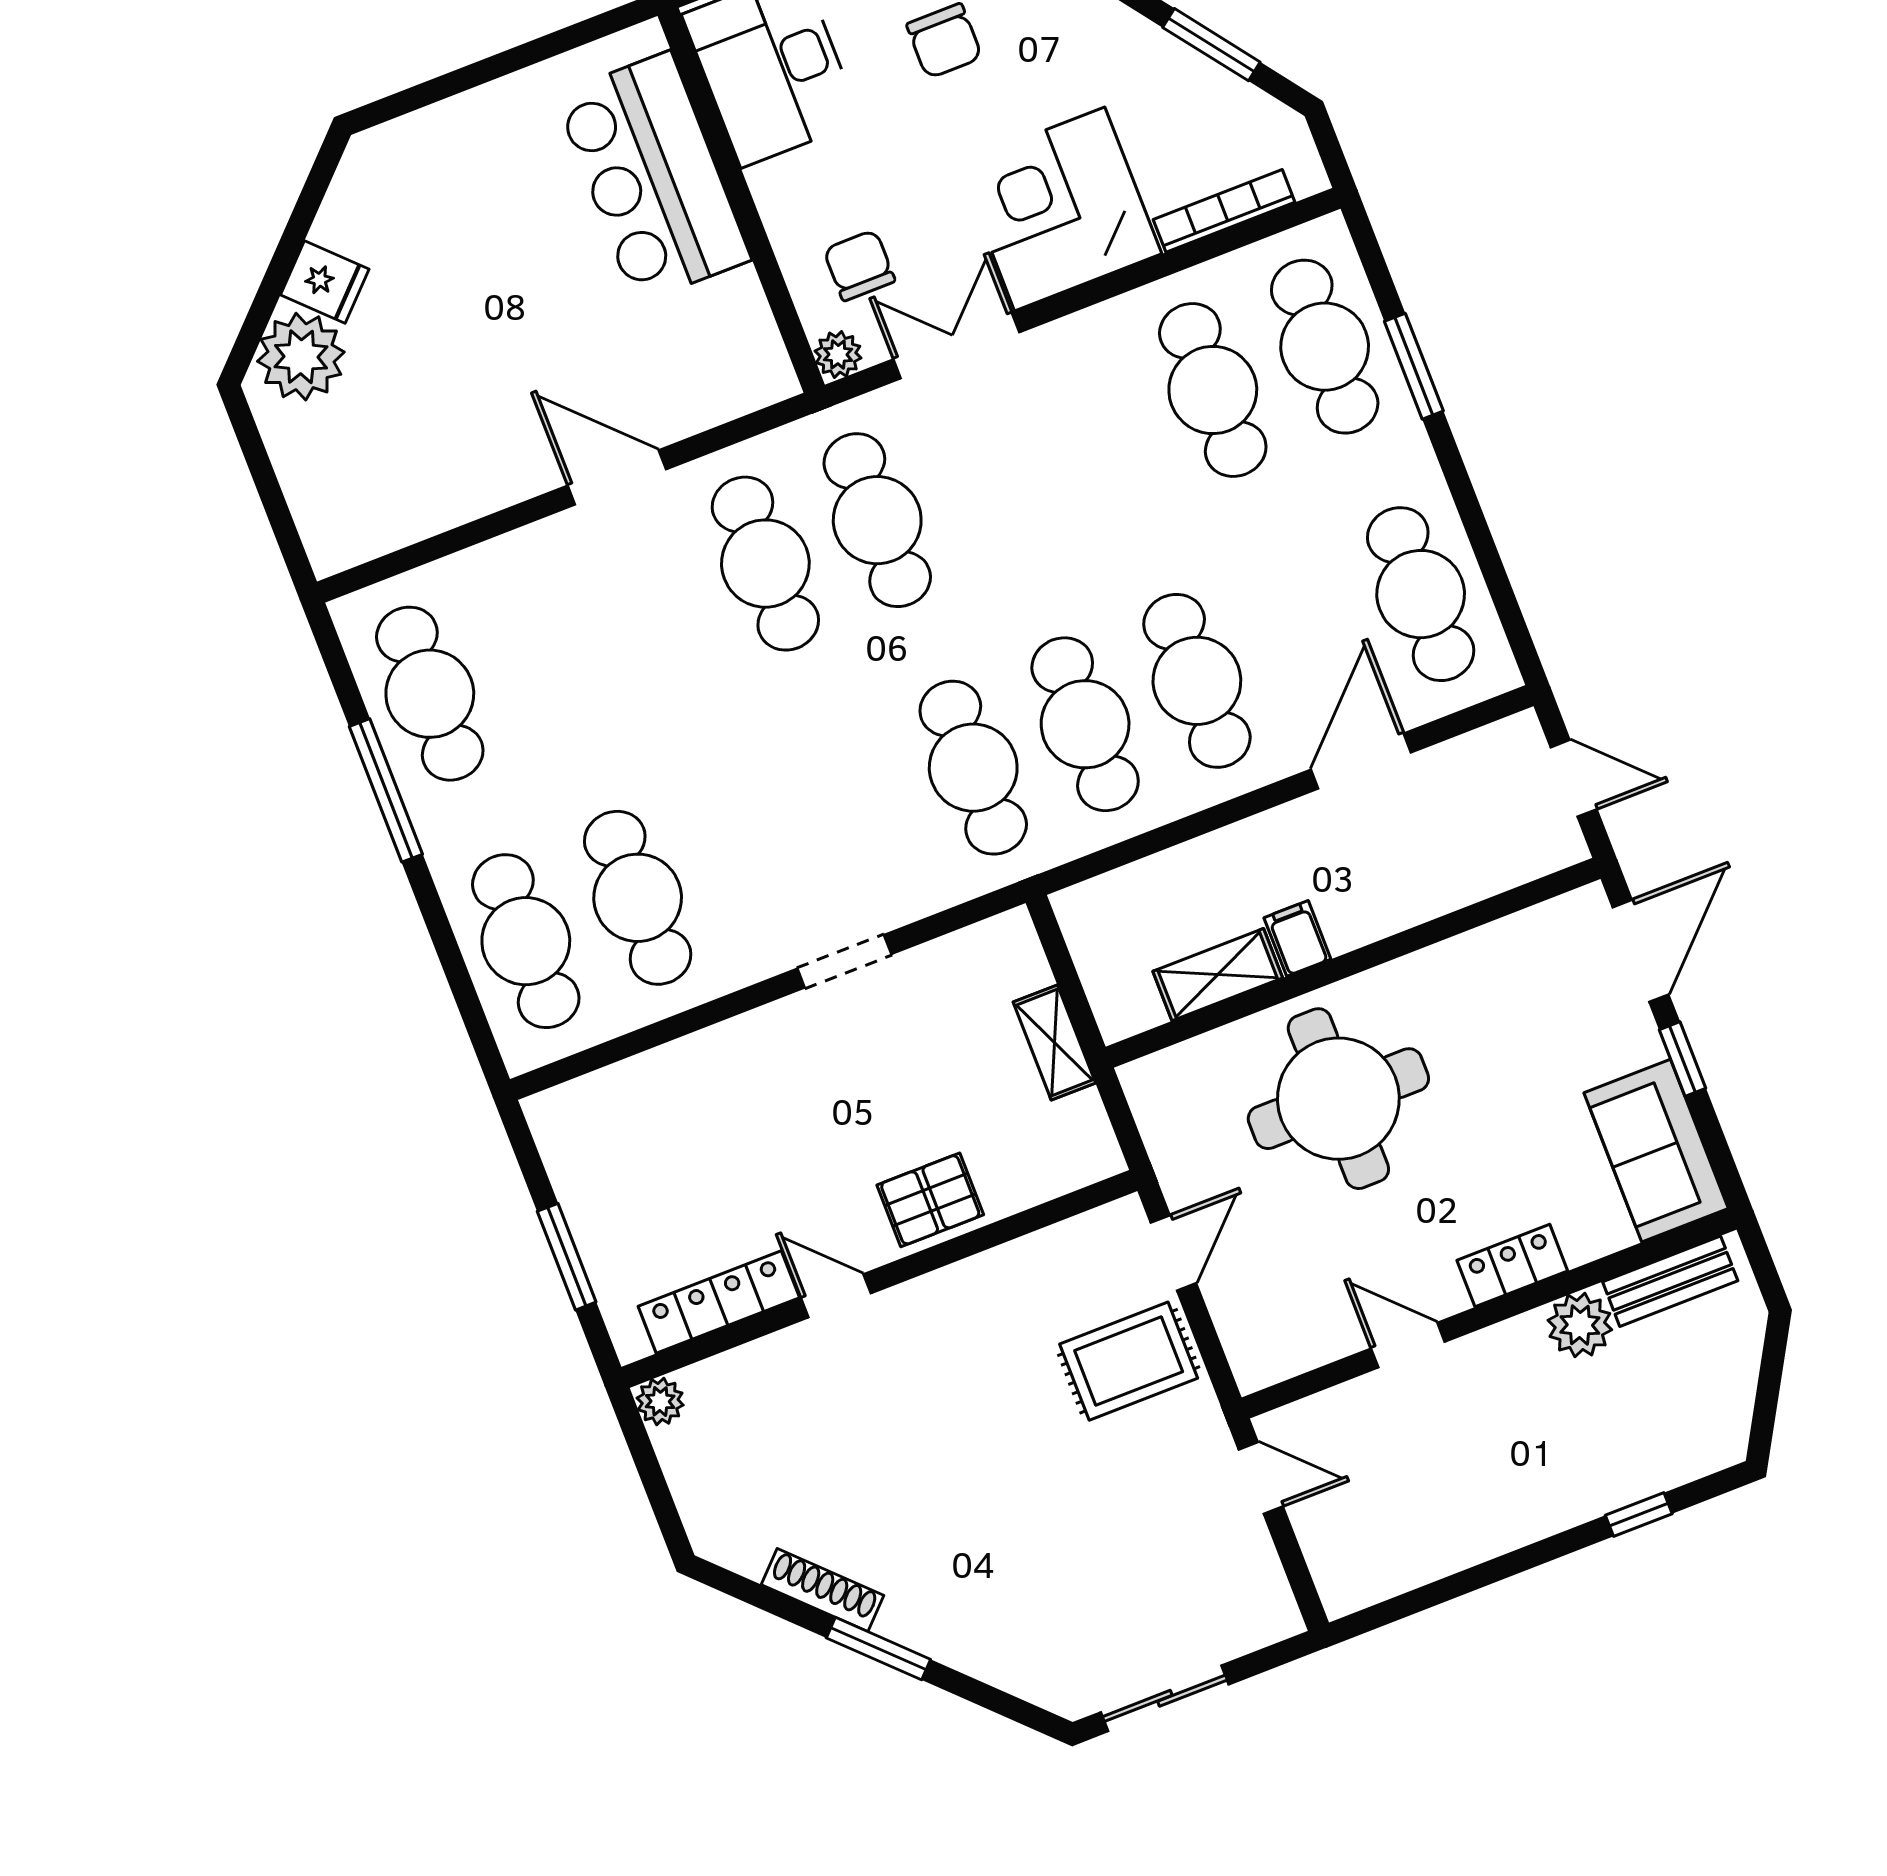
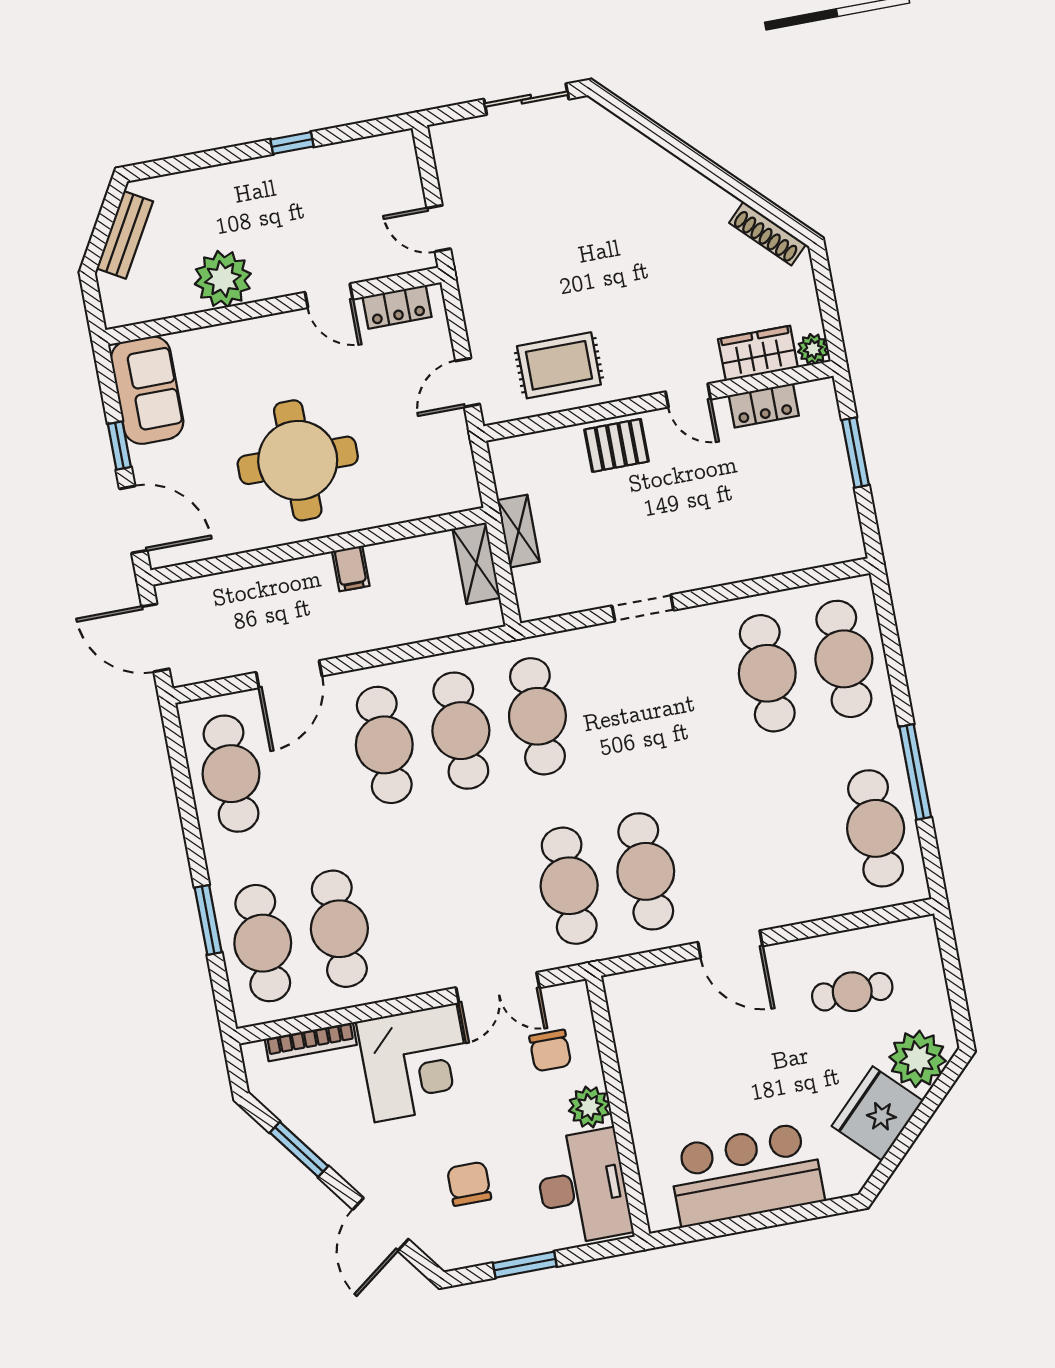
bar counter: (653, 177) -> (746, 1174), moved, turned -90
fridge: (325, 282) -> (877, 1113), width x1.88, depth x1.34
plant: (838, 355) -> (589, 1107), moved, width x1.38, depth x1.38
cafe table: (419, 440) -> (852, 992), added
door: (1574, 778) -> (155, 638), width x1.38
door: (1641, 951) -> (133, 520), swing flipped
shelving: (1218, 975) -> (476, 563), moved, turned 90
round table: (1338, 1099) -> (298, 460), moved
locker: (1512, 1266) -> (397, 307), moved
bench: (1670, 1281) -> (125, 235), moved, turned -60
locker: (719, 1302) -> (764, 405), width x0.66
plant: (1580, 1325) -> (223, 279), width x1.36, depth x1.36
rug: (1129, 1361) -> (559, 365), moved
wardrobe: (742, 1379) -> (758, 353), added
window: (1639, 1514) -> (292, 143), moved
shoe rack: (823, 1590) -> (767, 234), moved
window: (878, 1649) -> (703, 165), removed

